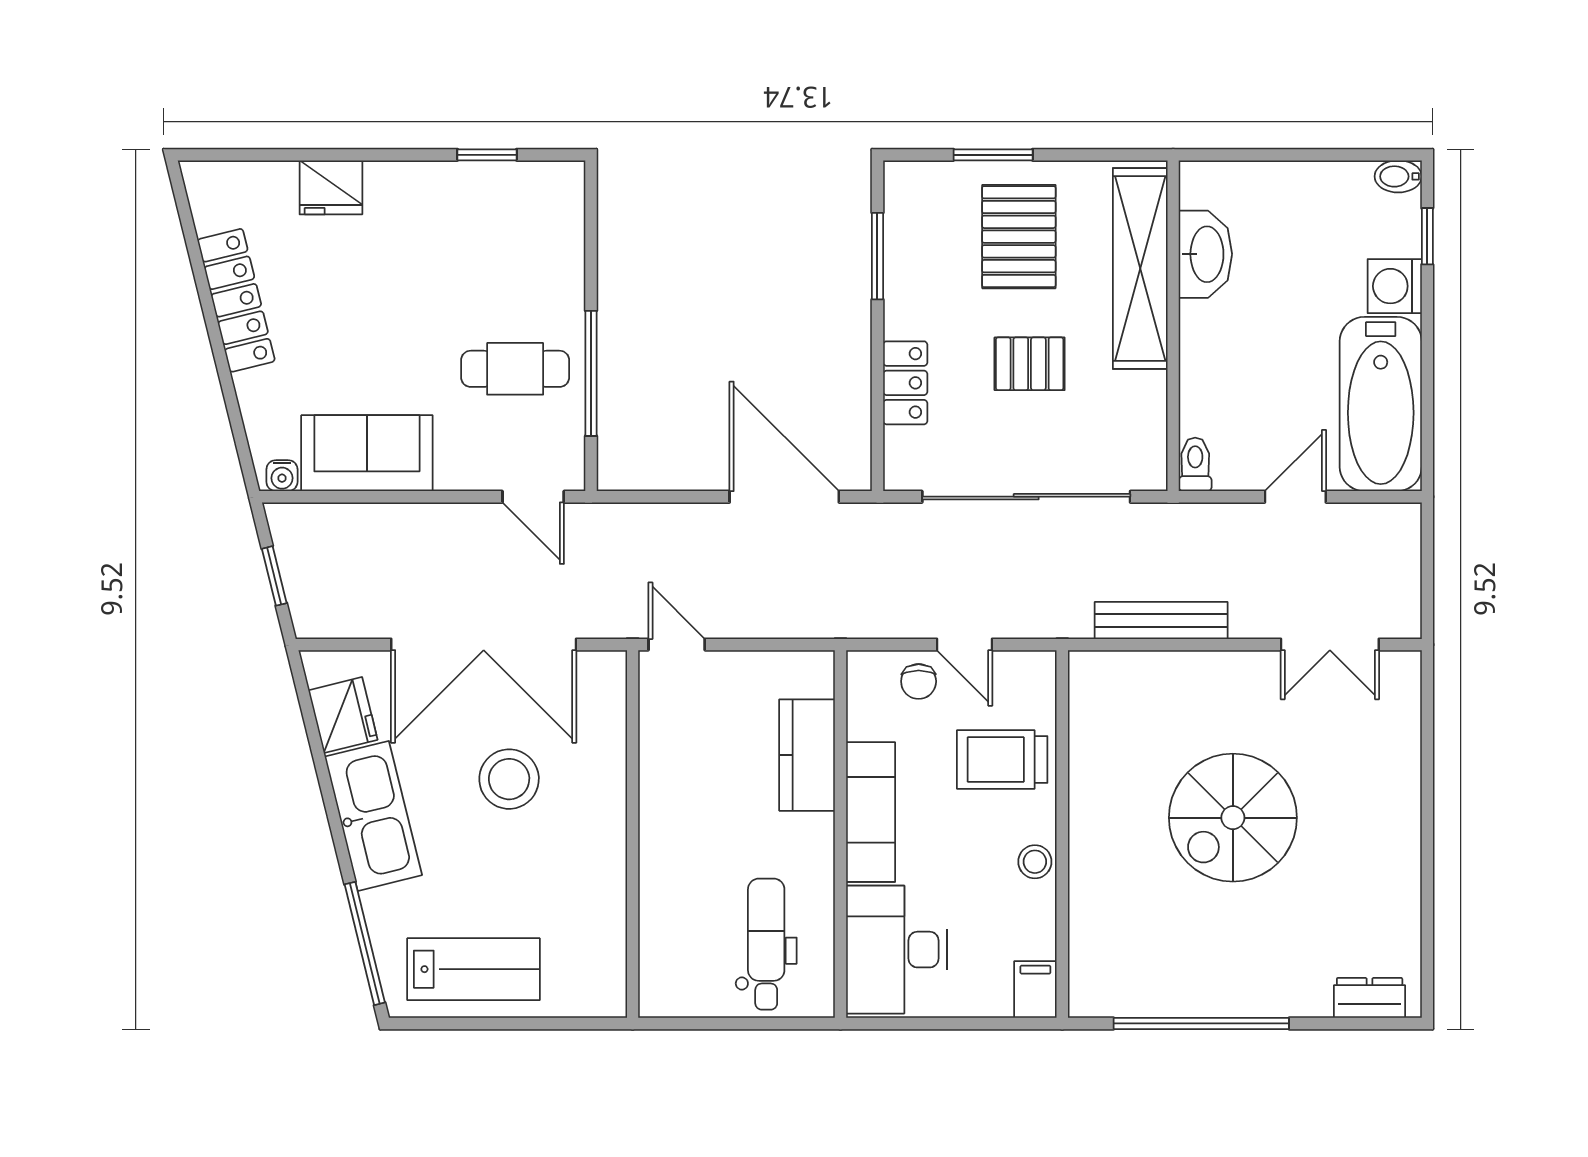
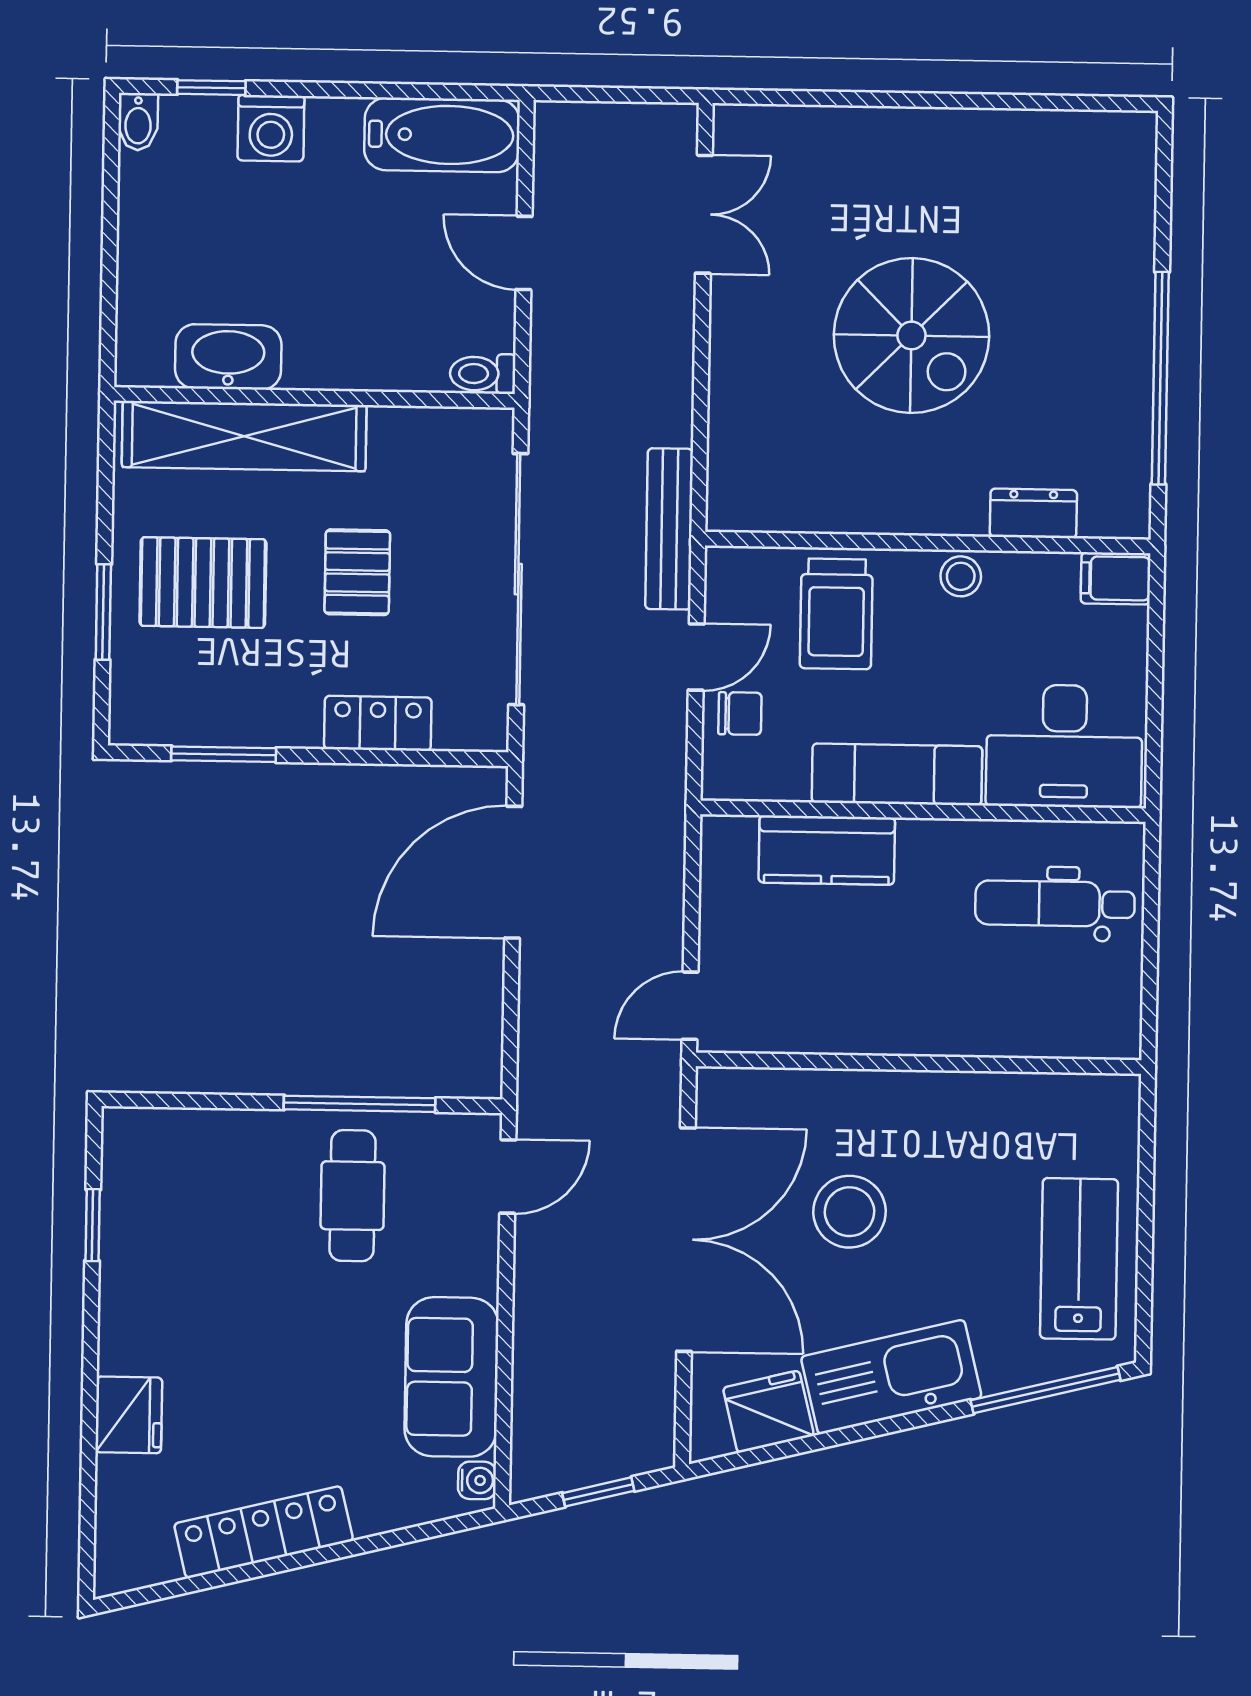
bathtub: (1381, 404) -> (442, 135), width x0.73, depth x0.73
bench: (1161, 620) -> (669, 529), moved
dresser: (1370, 998) -> (1033, 513), moved, turned 90

